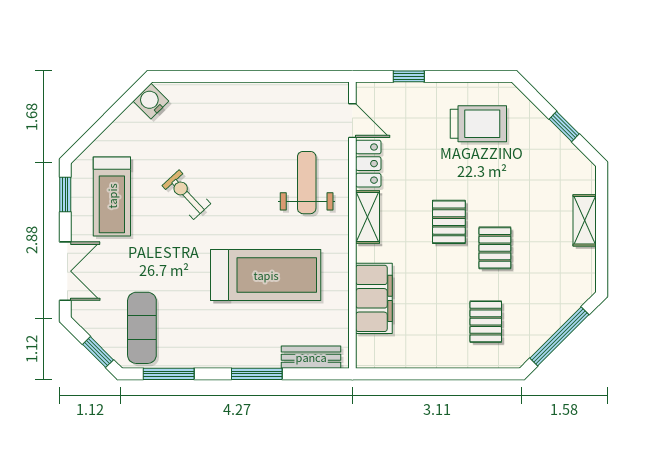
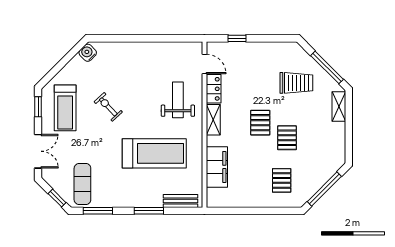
trolley: (478, 124) -> (296, 83), moved
window: (564, 126) -> (327, 67), width x2.17
shelving: (585, 220) -> (339, 106), moved

